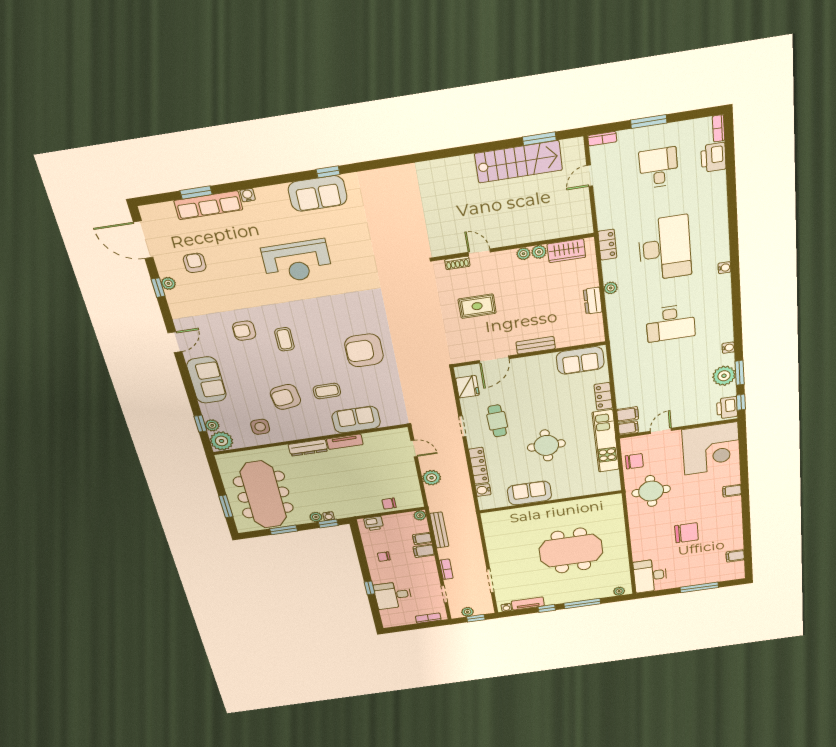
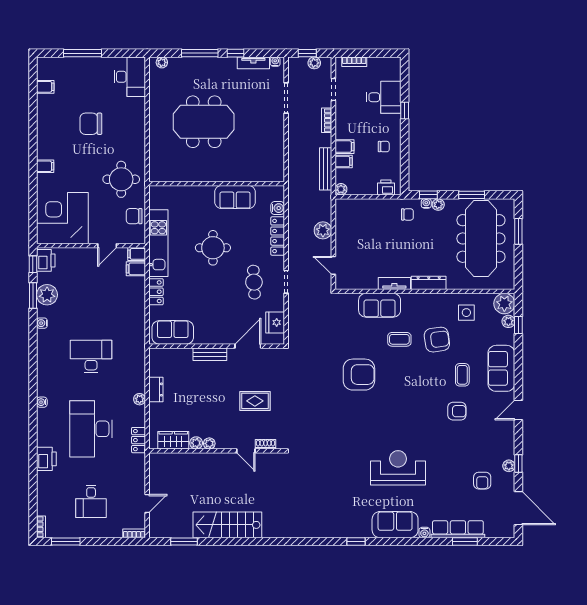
window: (649, 122) -> (66, 542), moved
printer: (713, 157) -> (46, 459), moved
stairs: (519, 162) -> (227, 525), moved
sofa: (318, 193) -> (395, 525), moved
coffee table: (284, 339) -> (462, 375), moved
chair: (389, 504) -> (407, 214), moved

